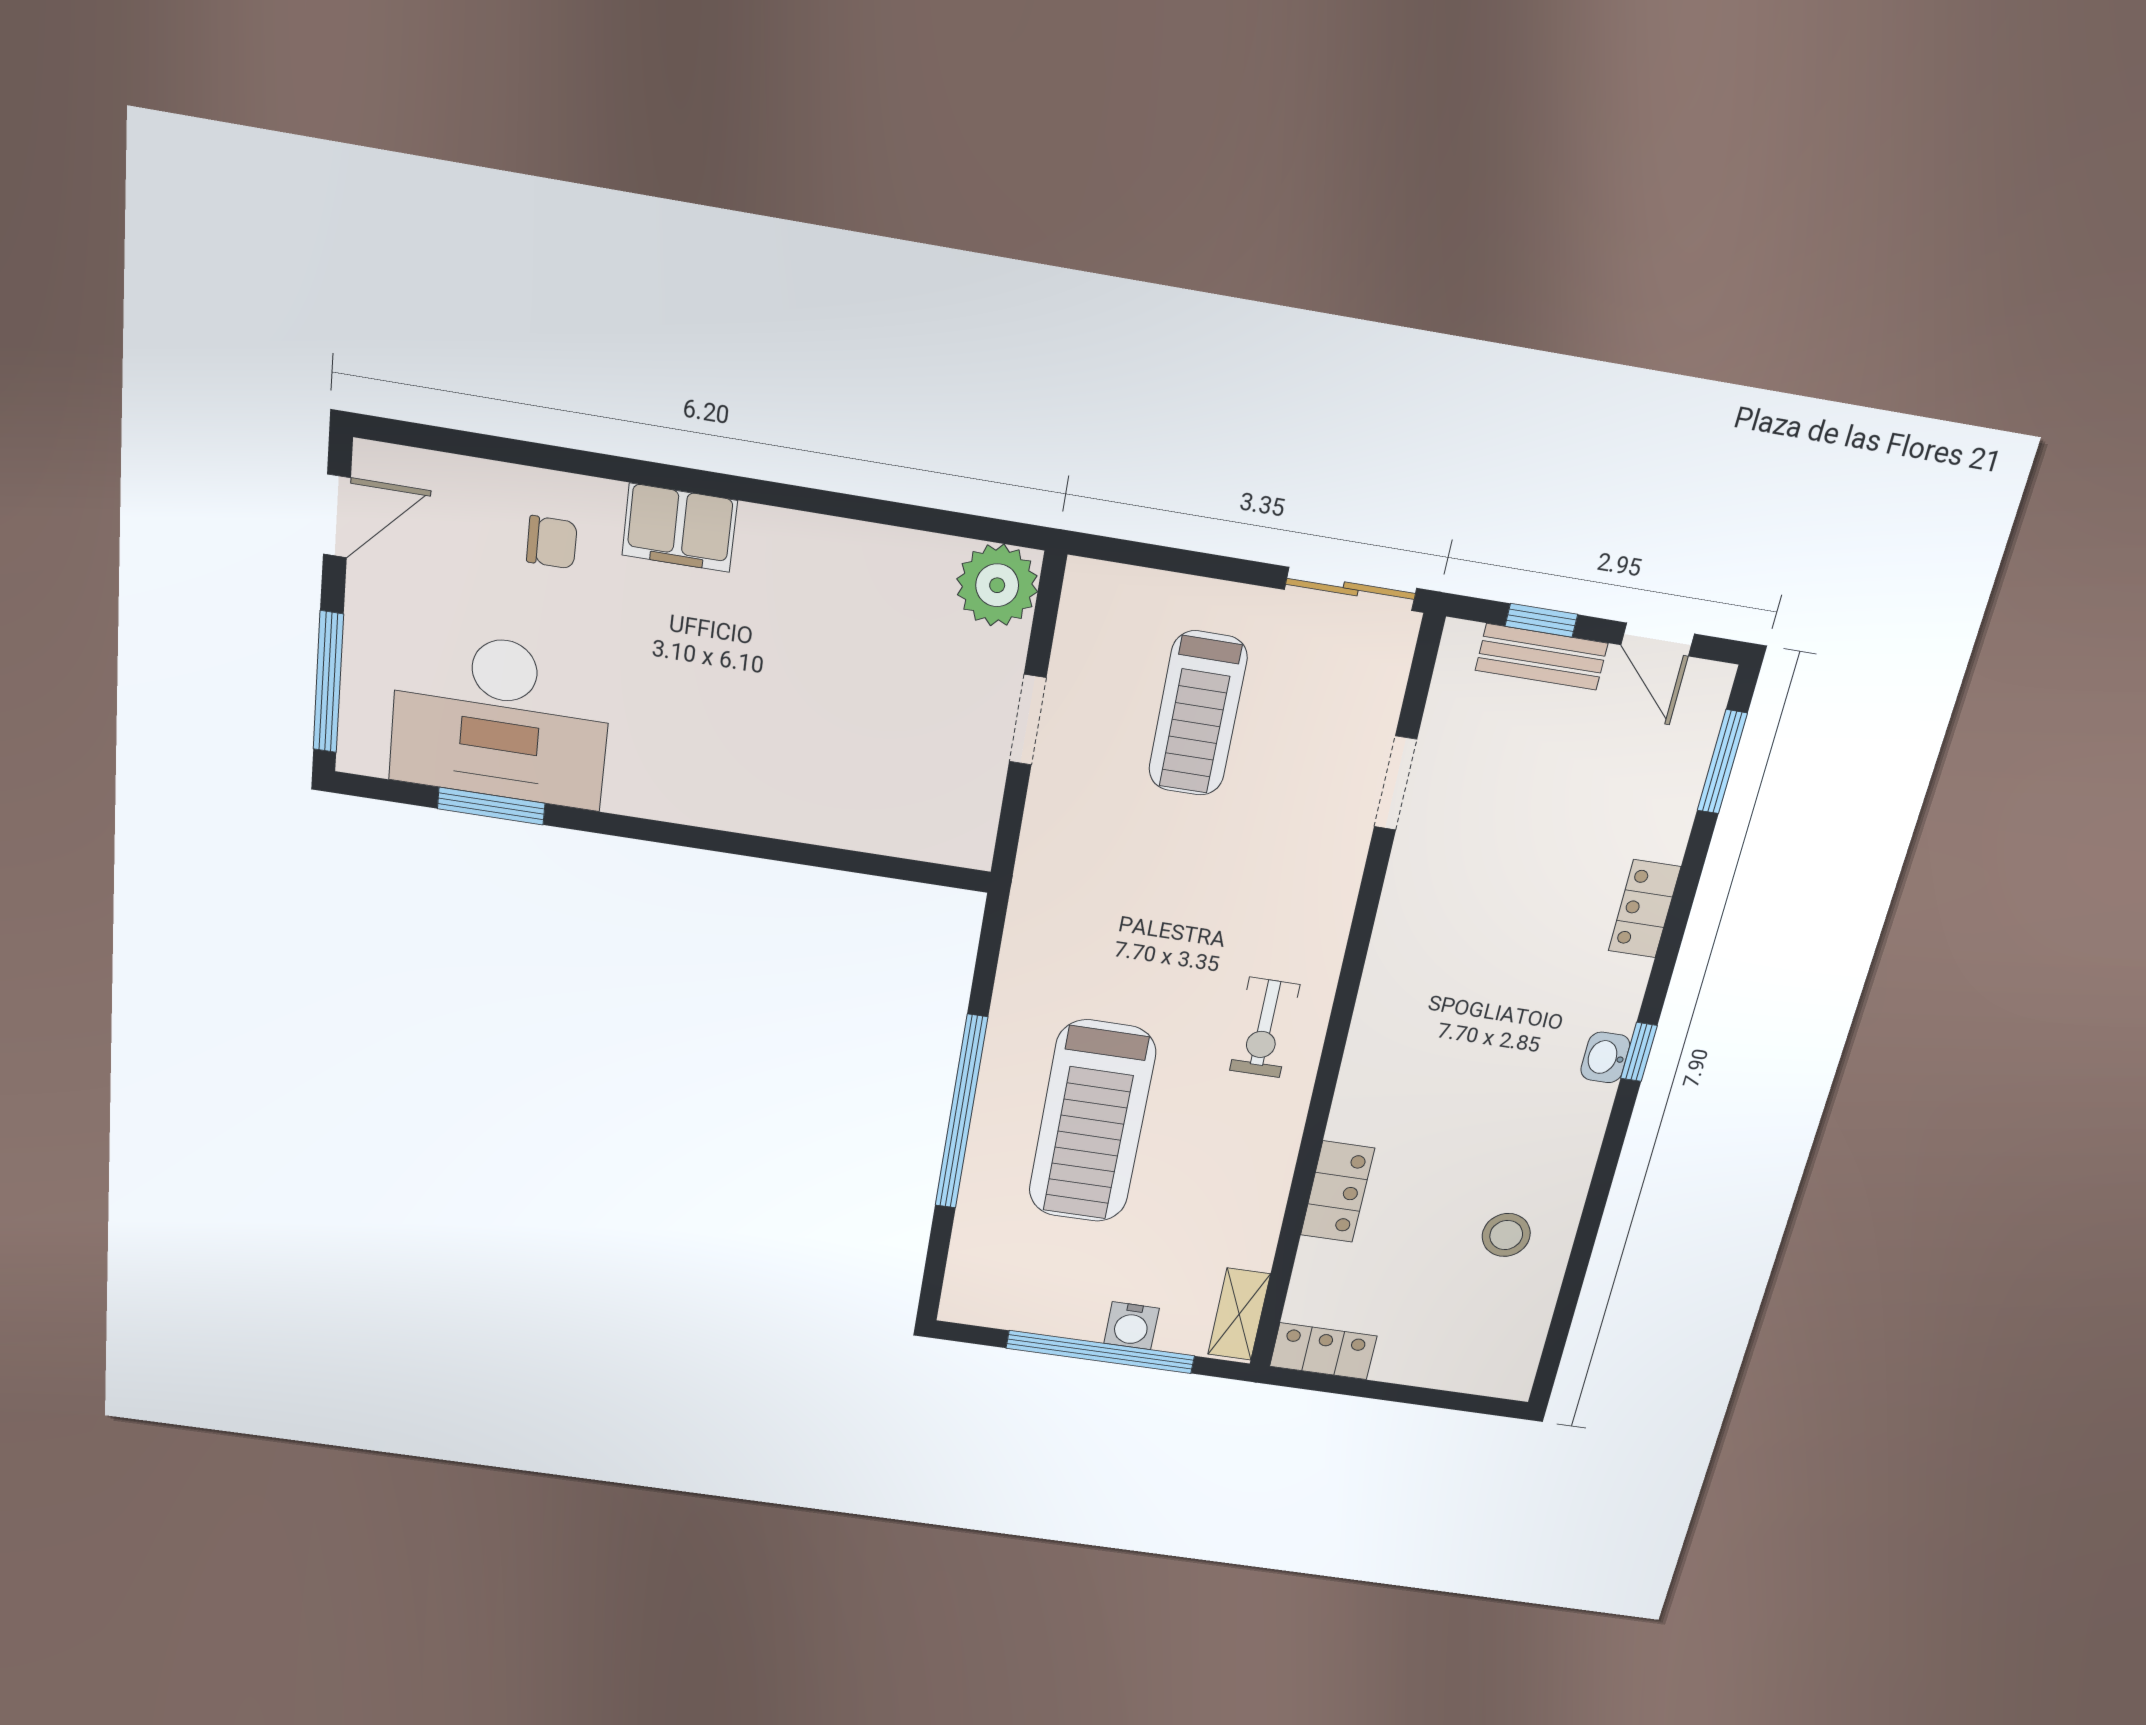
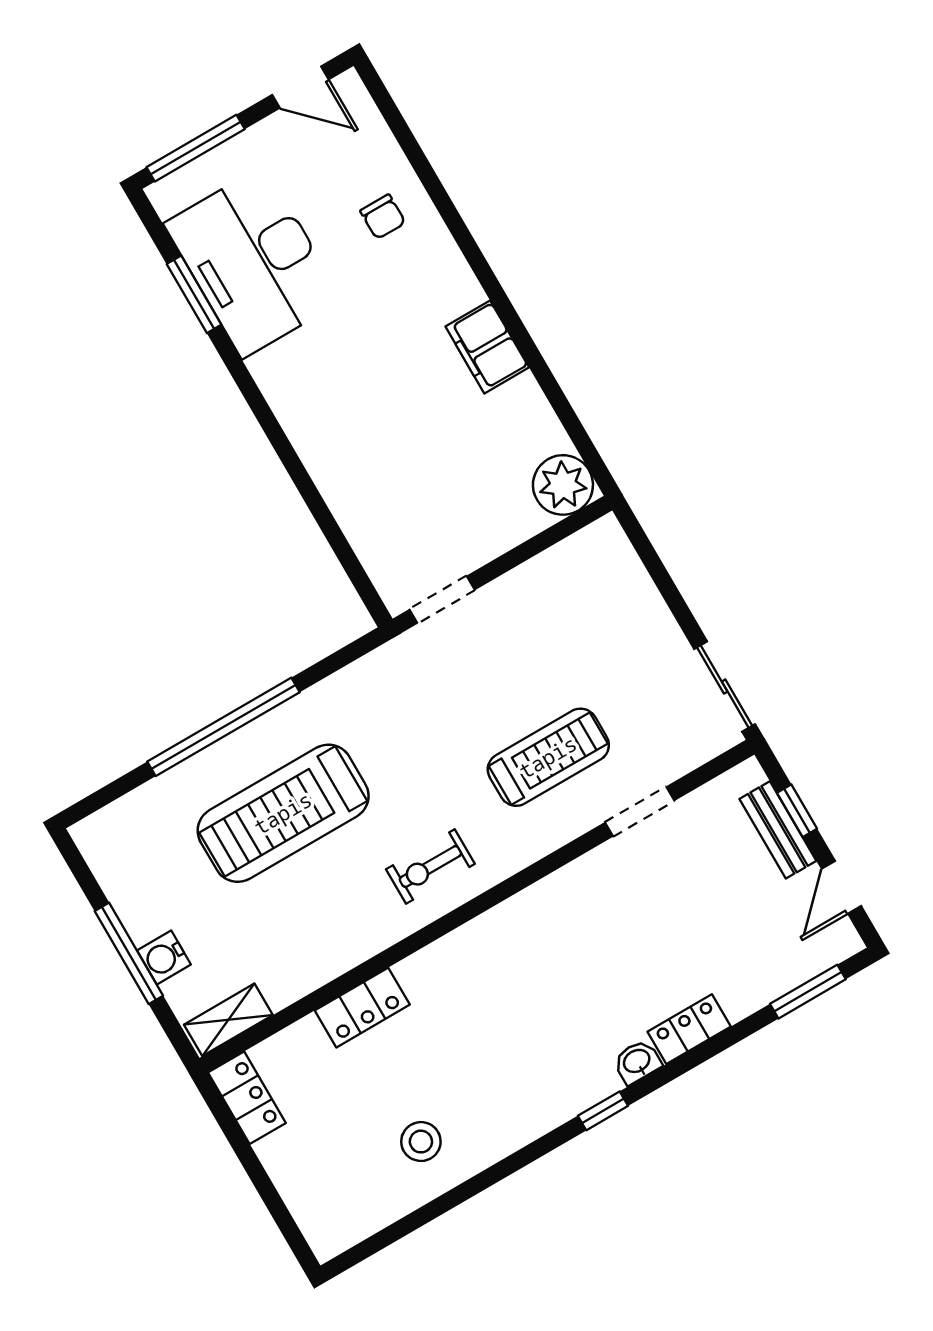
filing cabinet: (680, 528) -> (487, 347), moved
treadmill: (1198, 714) -> (548, 757), moved, turned 180
doorway: (1028, 720) -> (442, 600), moved
washbasin: (1605, 1057) -> (637, 1062), moved
window: (1100, 1352) -> (129, 953), width x0.68

